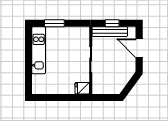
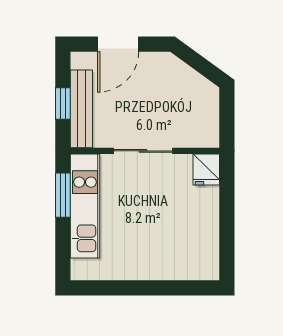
window: (54, 23) -> (63, 195), moved
kitchen unit: (39, 50) -> (85, 206), moved, turned 90

